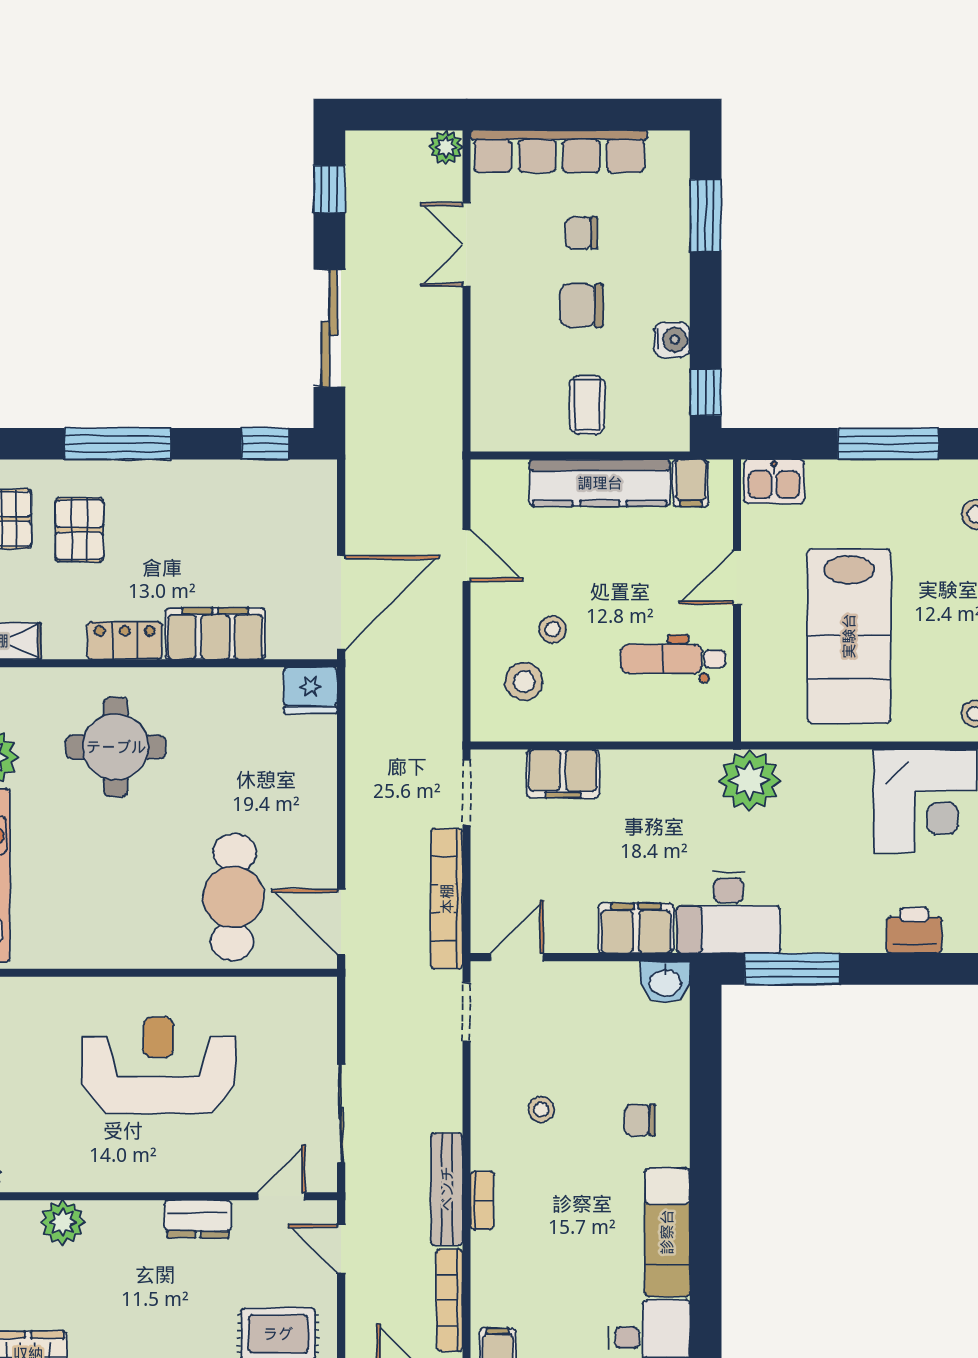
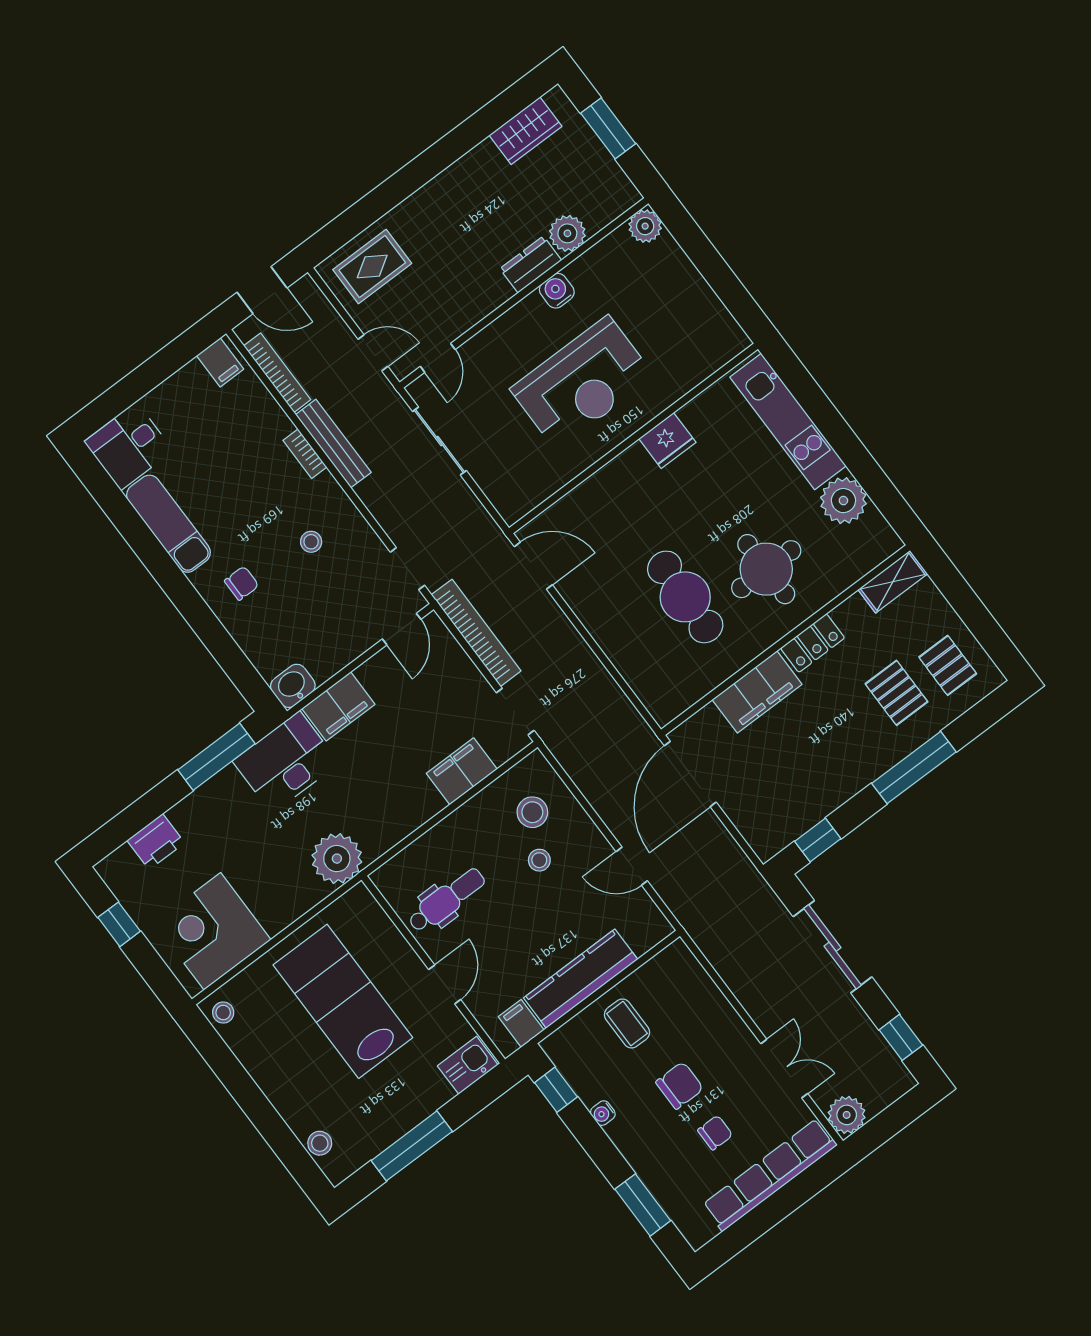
plant: (446, 147) -> (847, 1115), width x1.38, depth x1.38
water cooler: (672, 340) -> (603, 1113), width x0.72, depth x0.72
fridge: (310, 690) -> (667, 441), moved, turned 180
cafe table: (233, 897) -> (685, 597), moved
water cooler: (115, 1174) -> (557, 291), added
dresser: (198, 1219) -> (531, 265), moved

